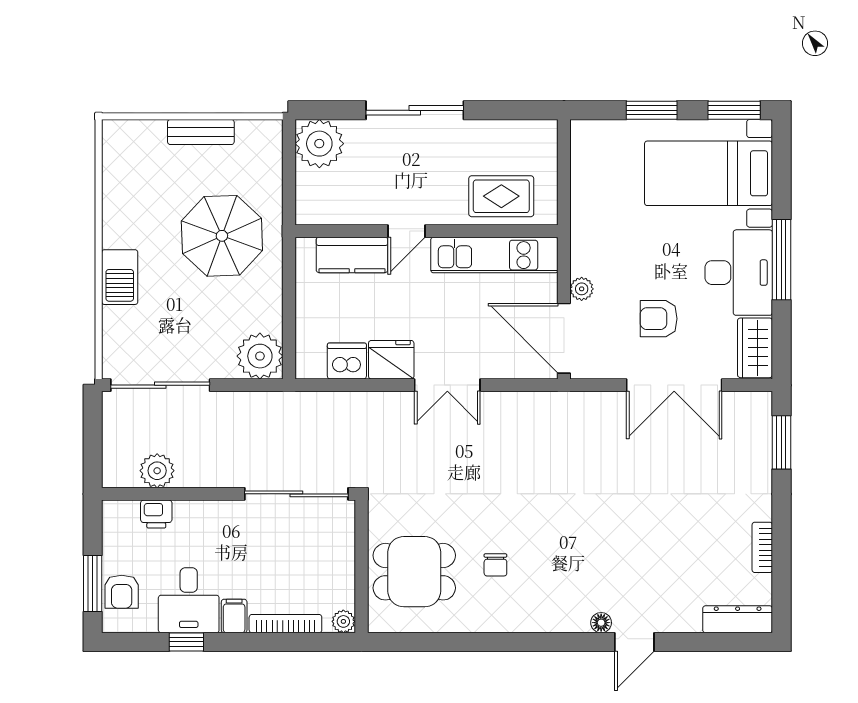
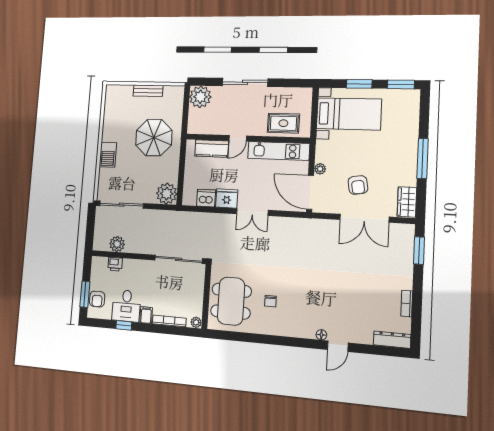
bed with nightstands: (709, 173) -> (349, 114), moved, turned 180
desk: (739, 273) -> (400, 164), removed
armchair: (659, 319) -> (358, 185), turned -99
dining table: (414, 572) -> (231, 301), width x1.38

